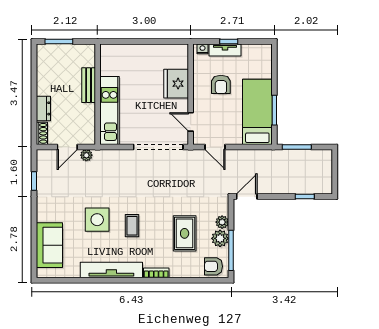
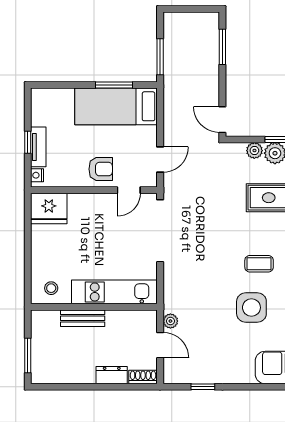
stool: (113, 60) -> (51, 288), added
fridge: (176, 84) -> (49, 208), moved
armchair: (221, 84) -> (101, 169), moved
window: (305, 197) -> (222, 47), width x1.50

